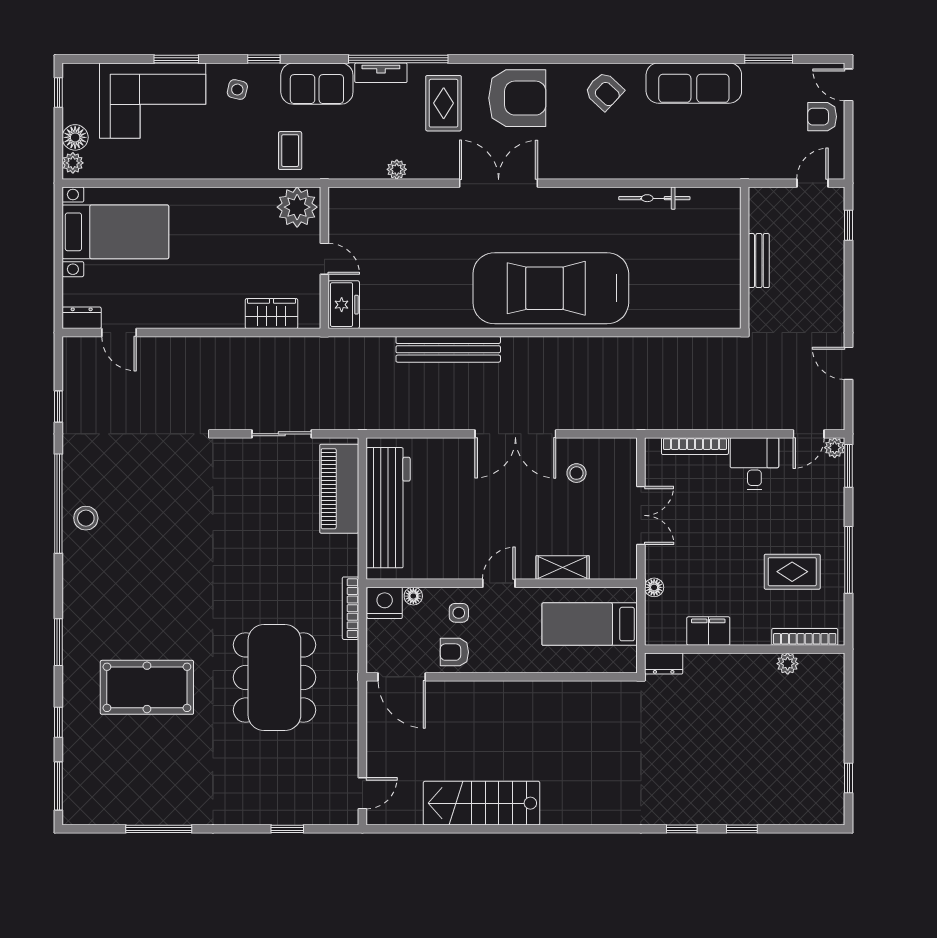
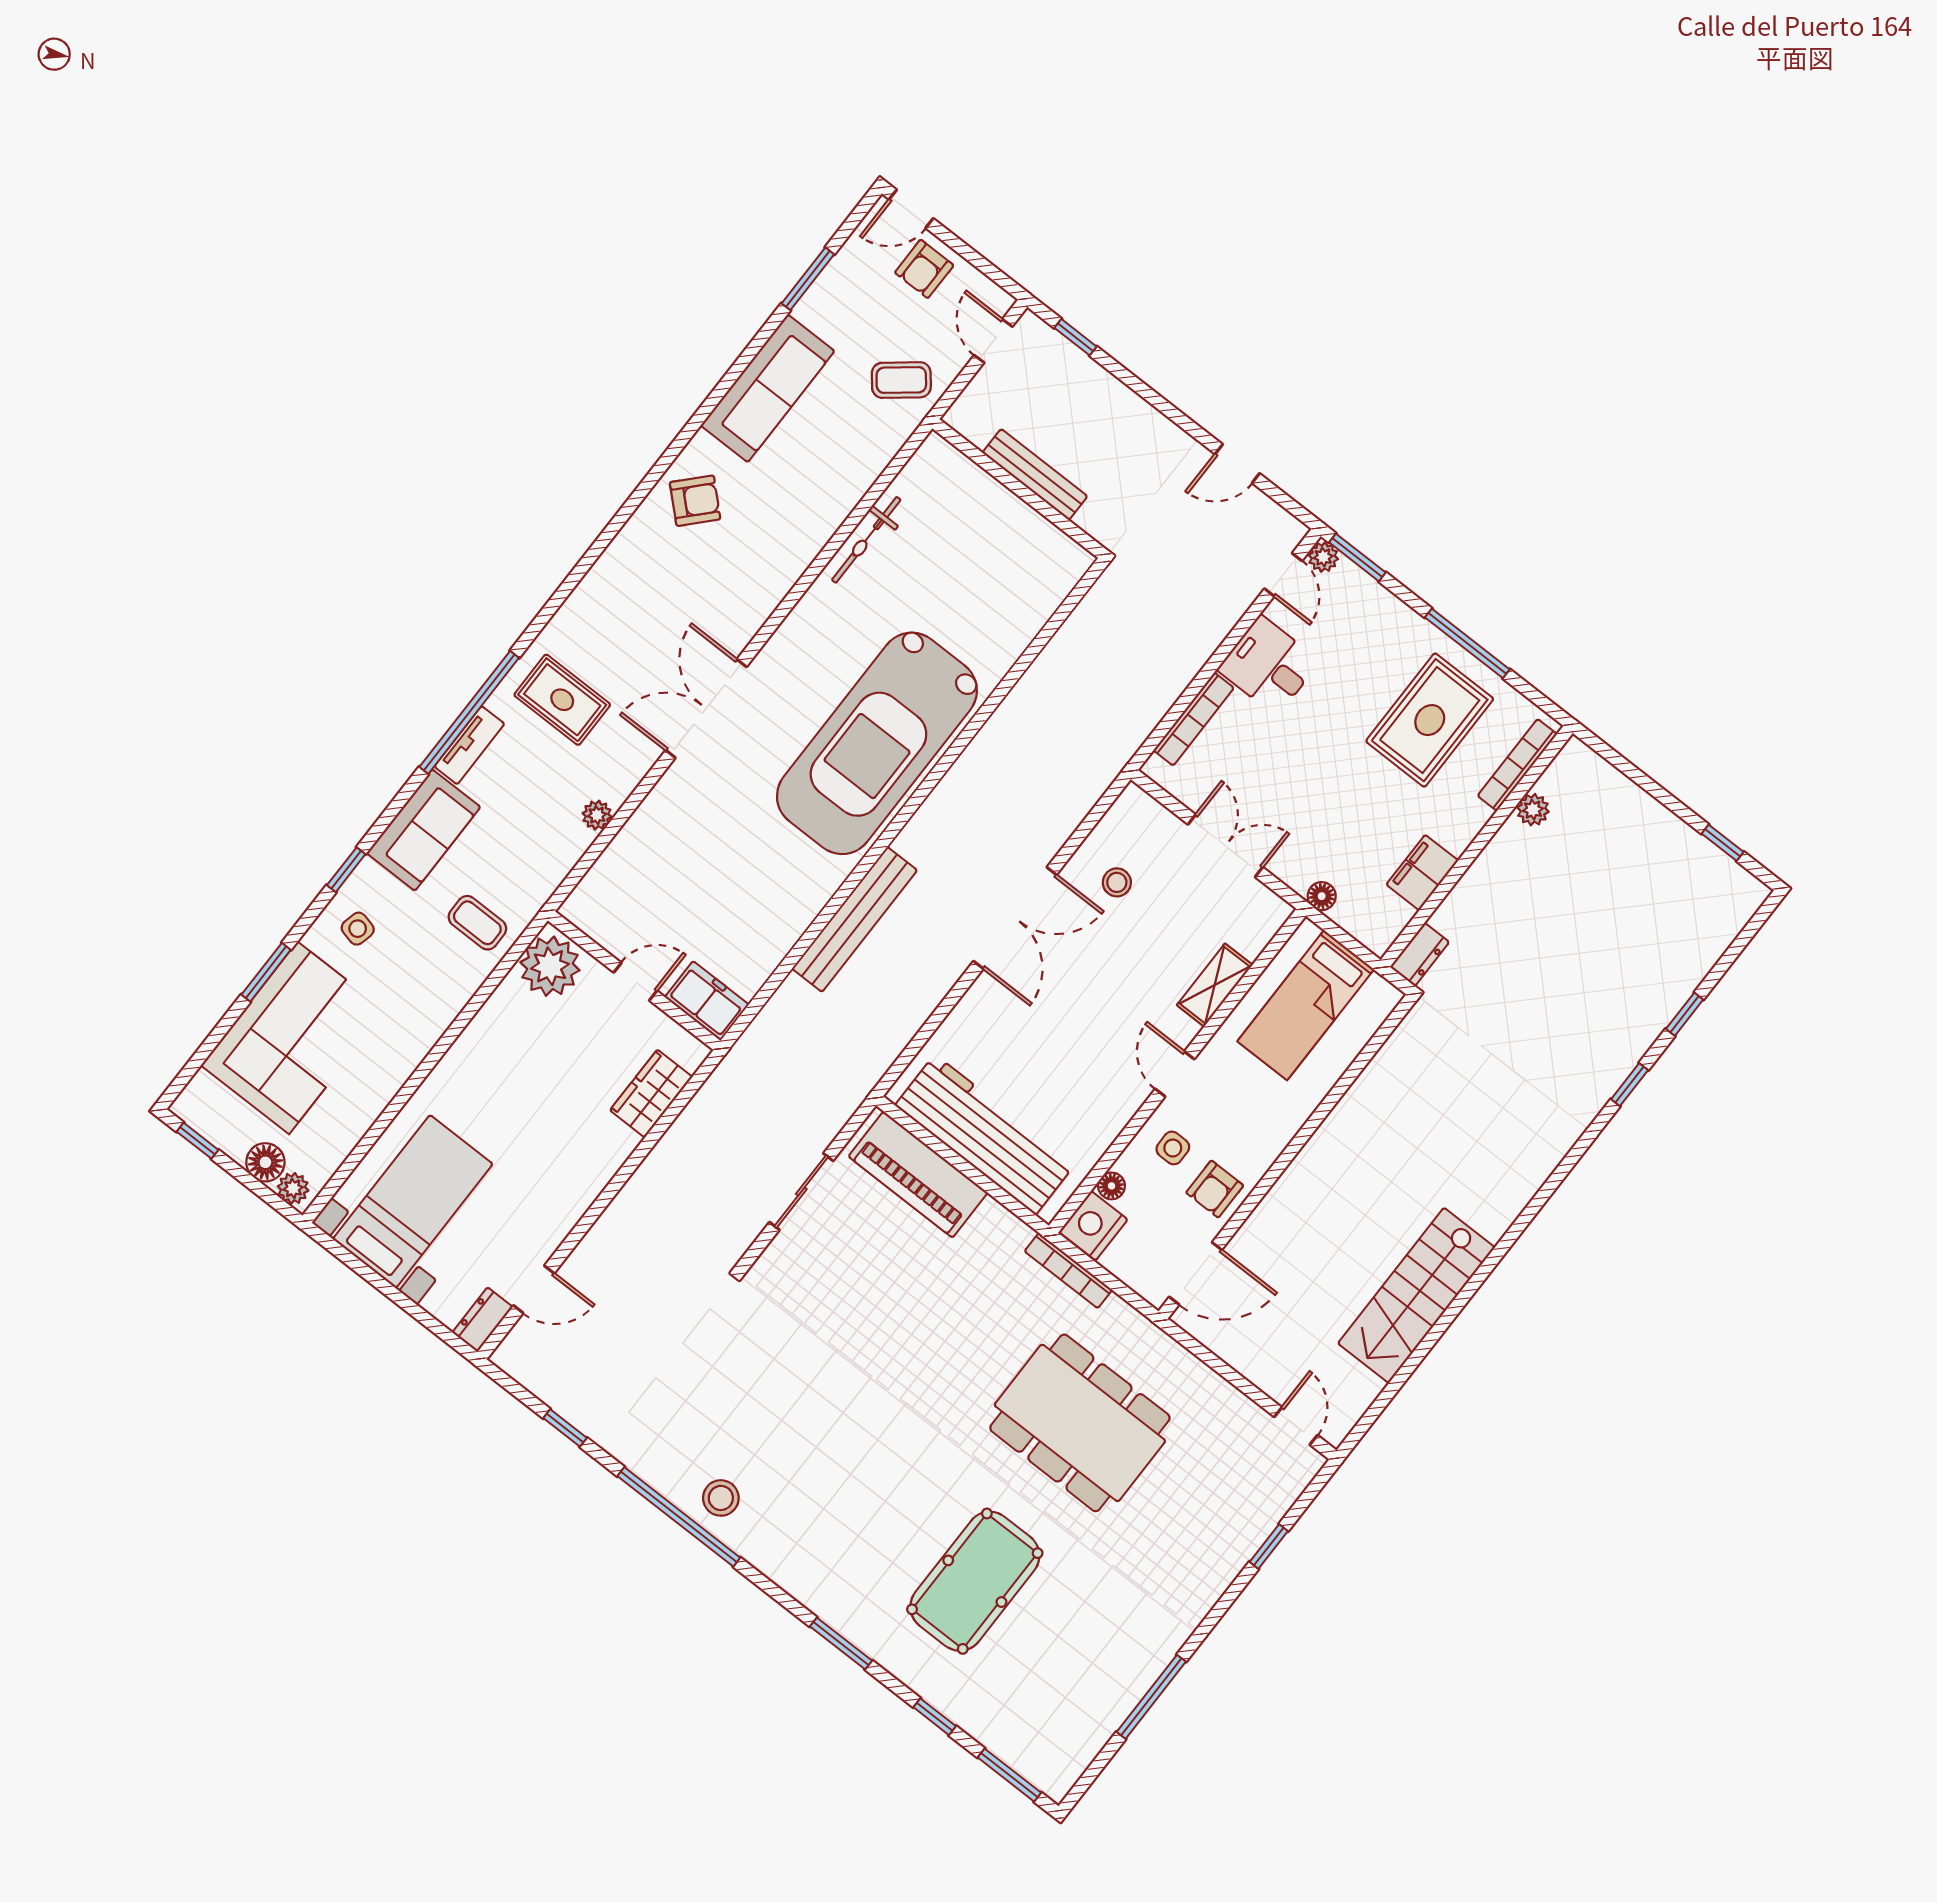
armchair: (517, 98) -> (624, 609), removed
coffee table: (754, 151) -> (901, 380), added
bench: (759, 261) -> (1035, 475), width x1.36
rug: (792, 572) -> (1430, 720), width x1.36, depth x1.43

